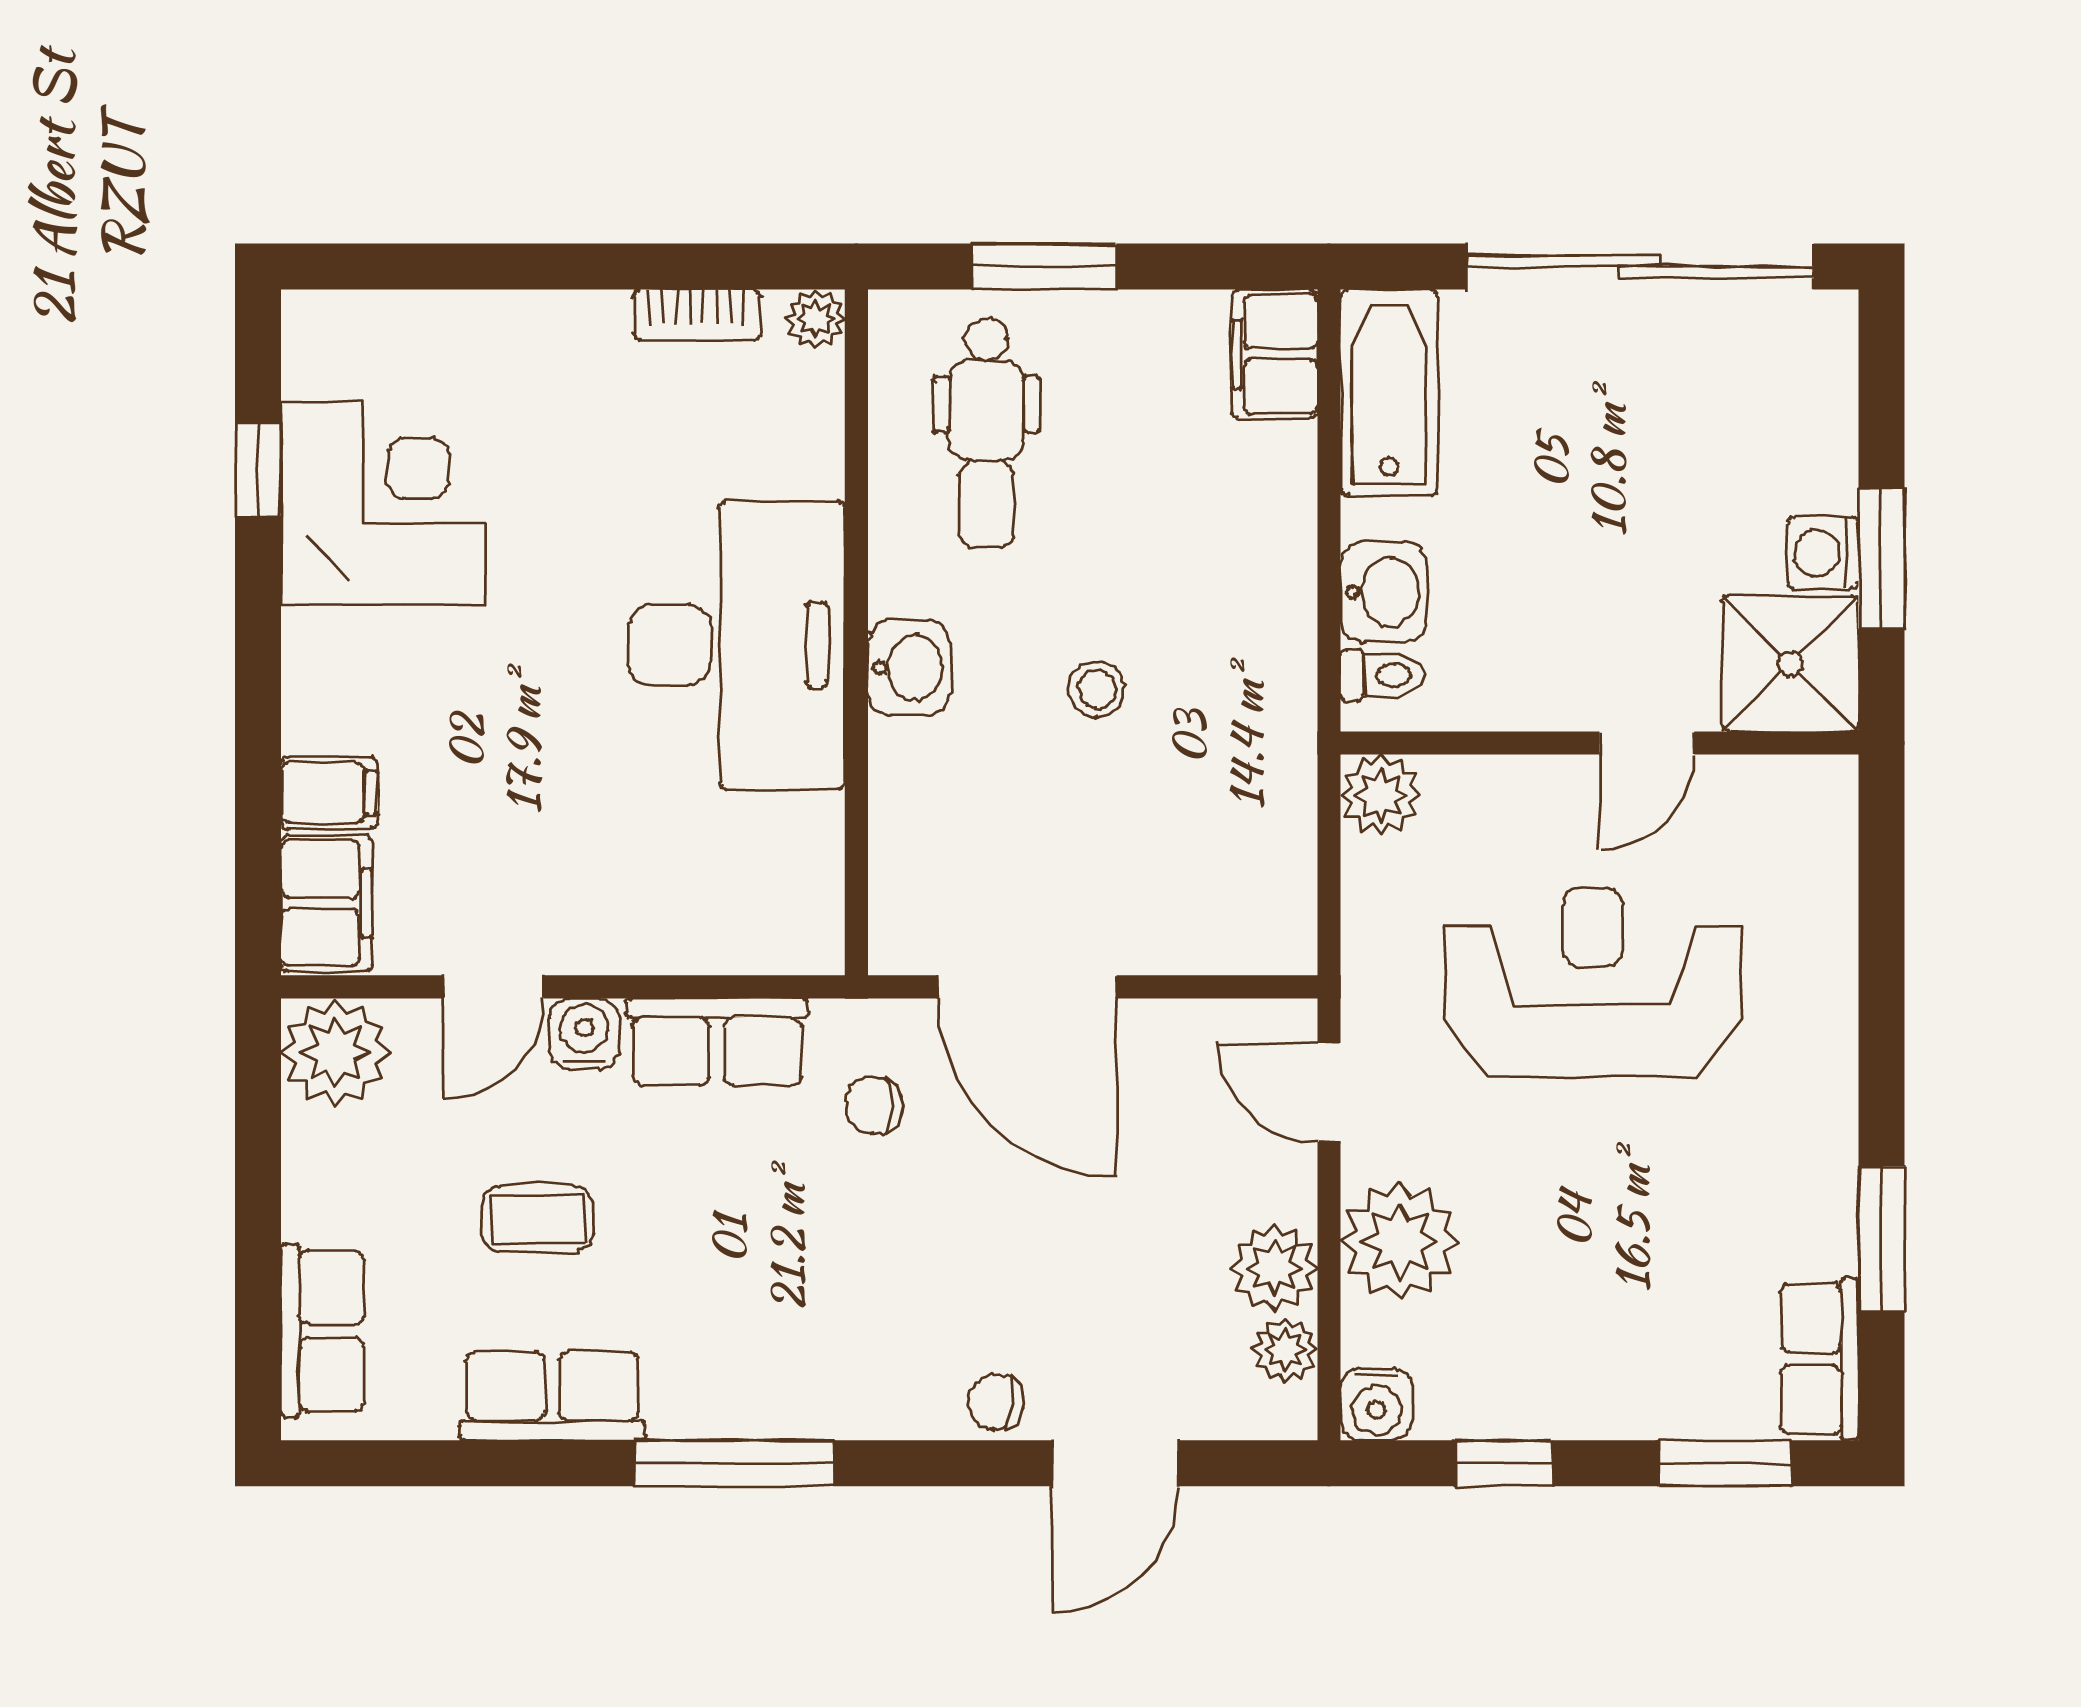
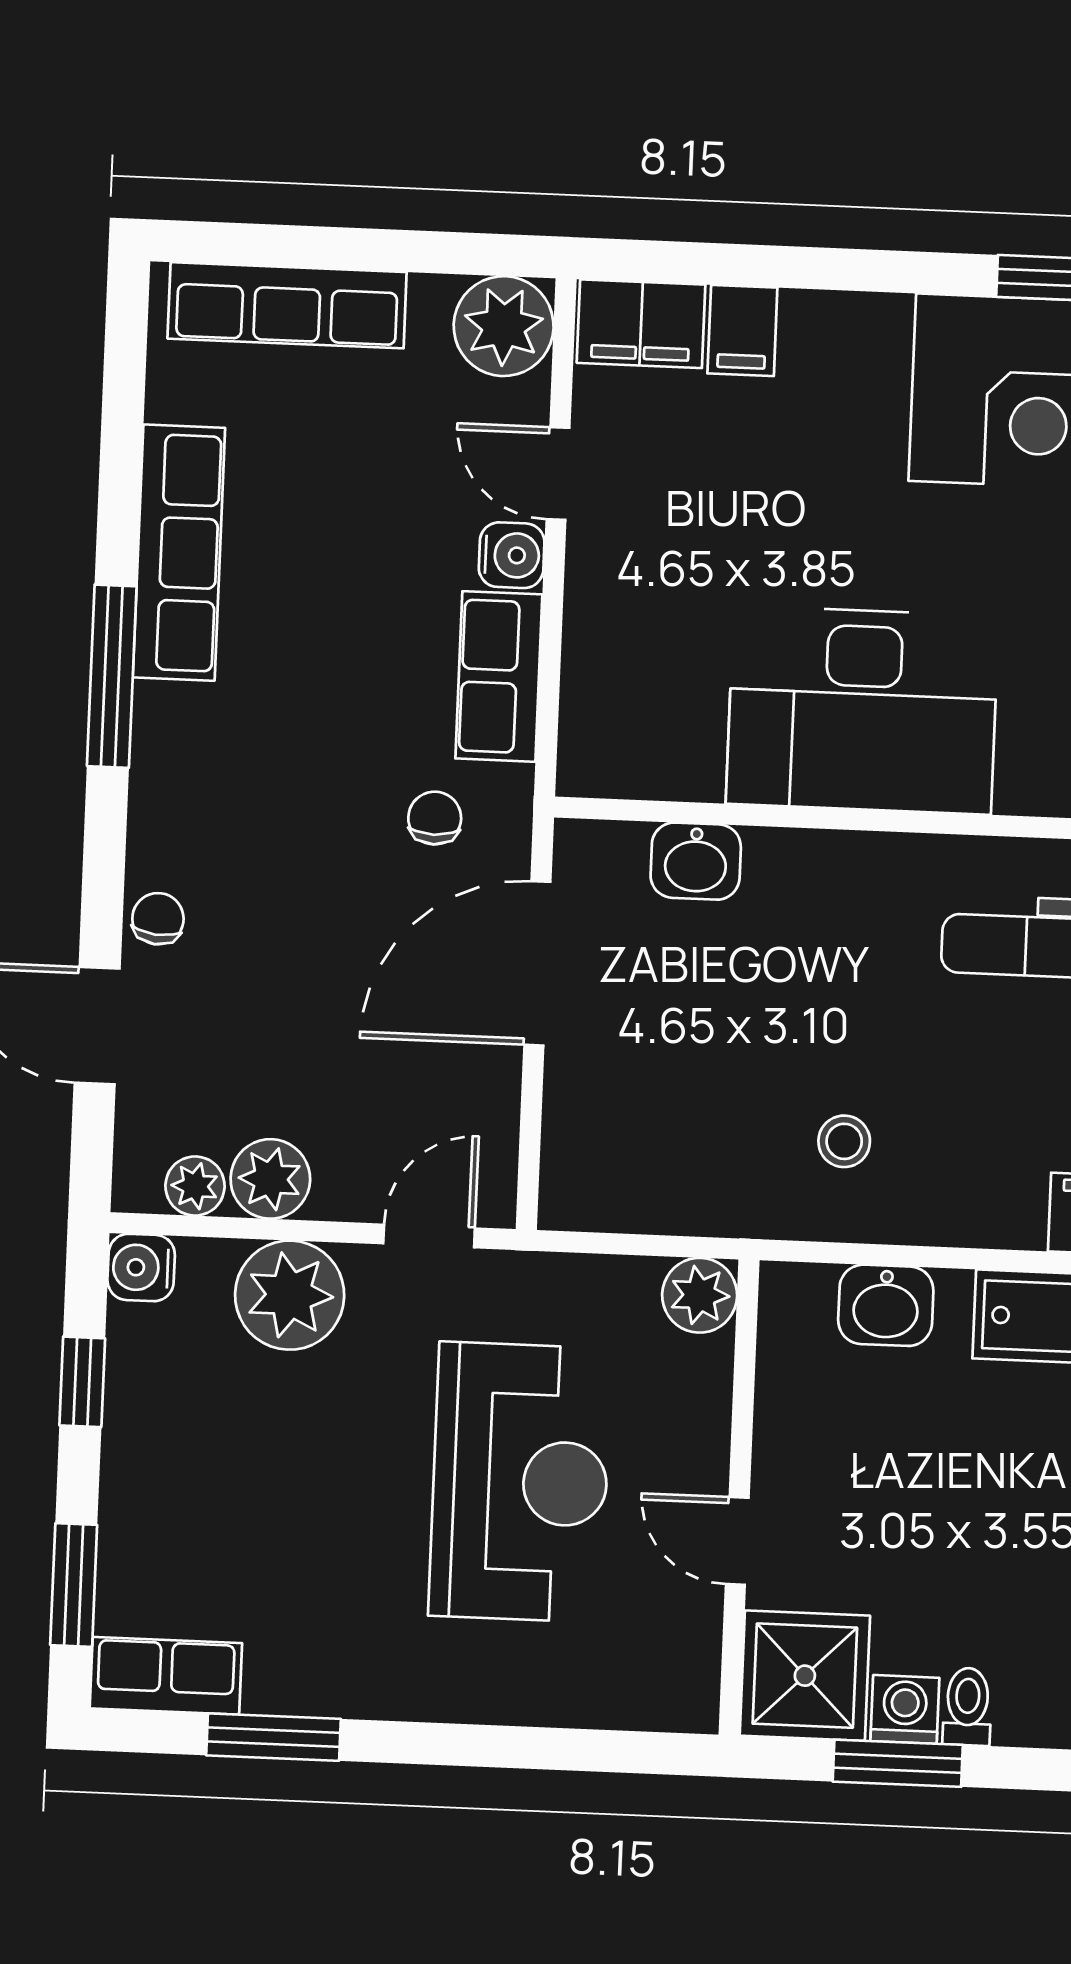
washbasin: (909, 668) -> (696, 861), moved
toilet: (1382, 675) -> (967, 1707), moved, turned 180
stool: (1097, 689) -> (844, 1141), moved
coffee table: (537, 1219) -> (343, 505), removed
row of seats: (323, 1331) -> (287, 305), width x1.48
row of seats: (552, 1396) -> (179, 553), width x1.48

